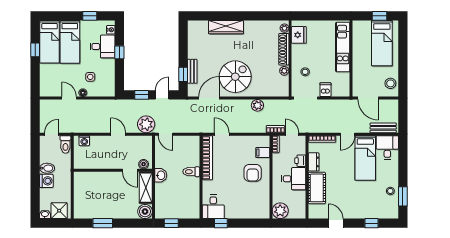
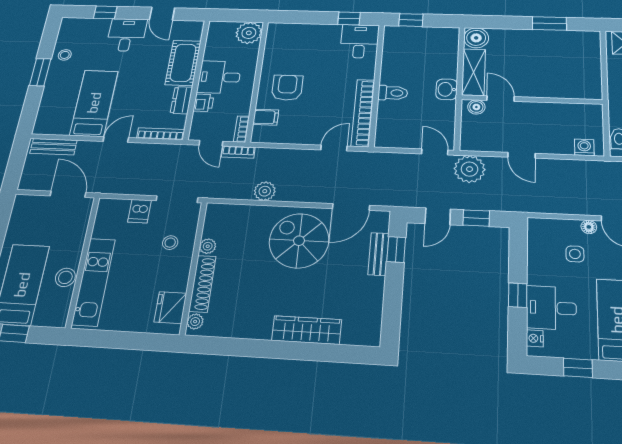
spiral stairs: (235, 77) -> (299, 241), turned 90
stool: (390, 83) -> (65, 277), moved
door: (222, 134) -> (334, 148), swing flipped
desk: (387, 147) -> (126, 35), moved, turned 180
window: (403, 196) -> (40, 72), moved
window: (171, 223) -> (411, 20), moved

